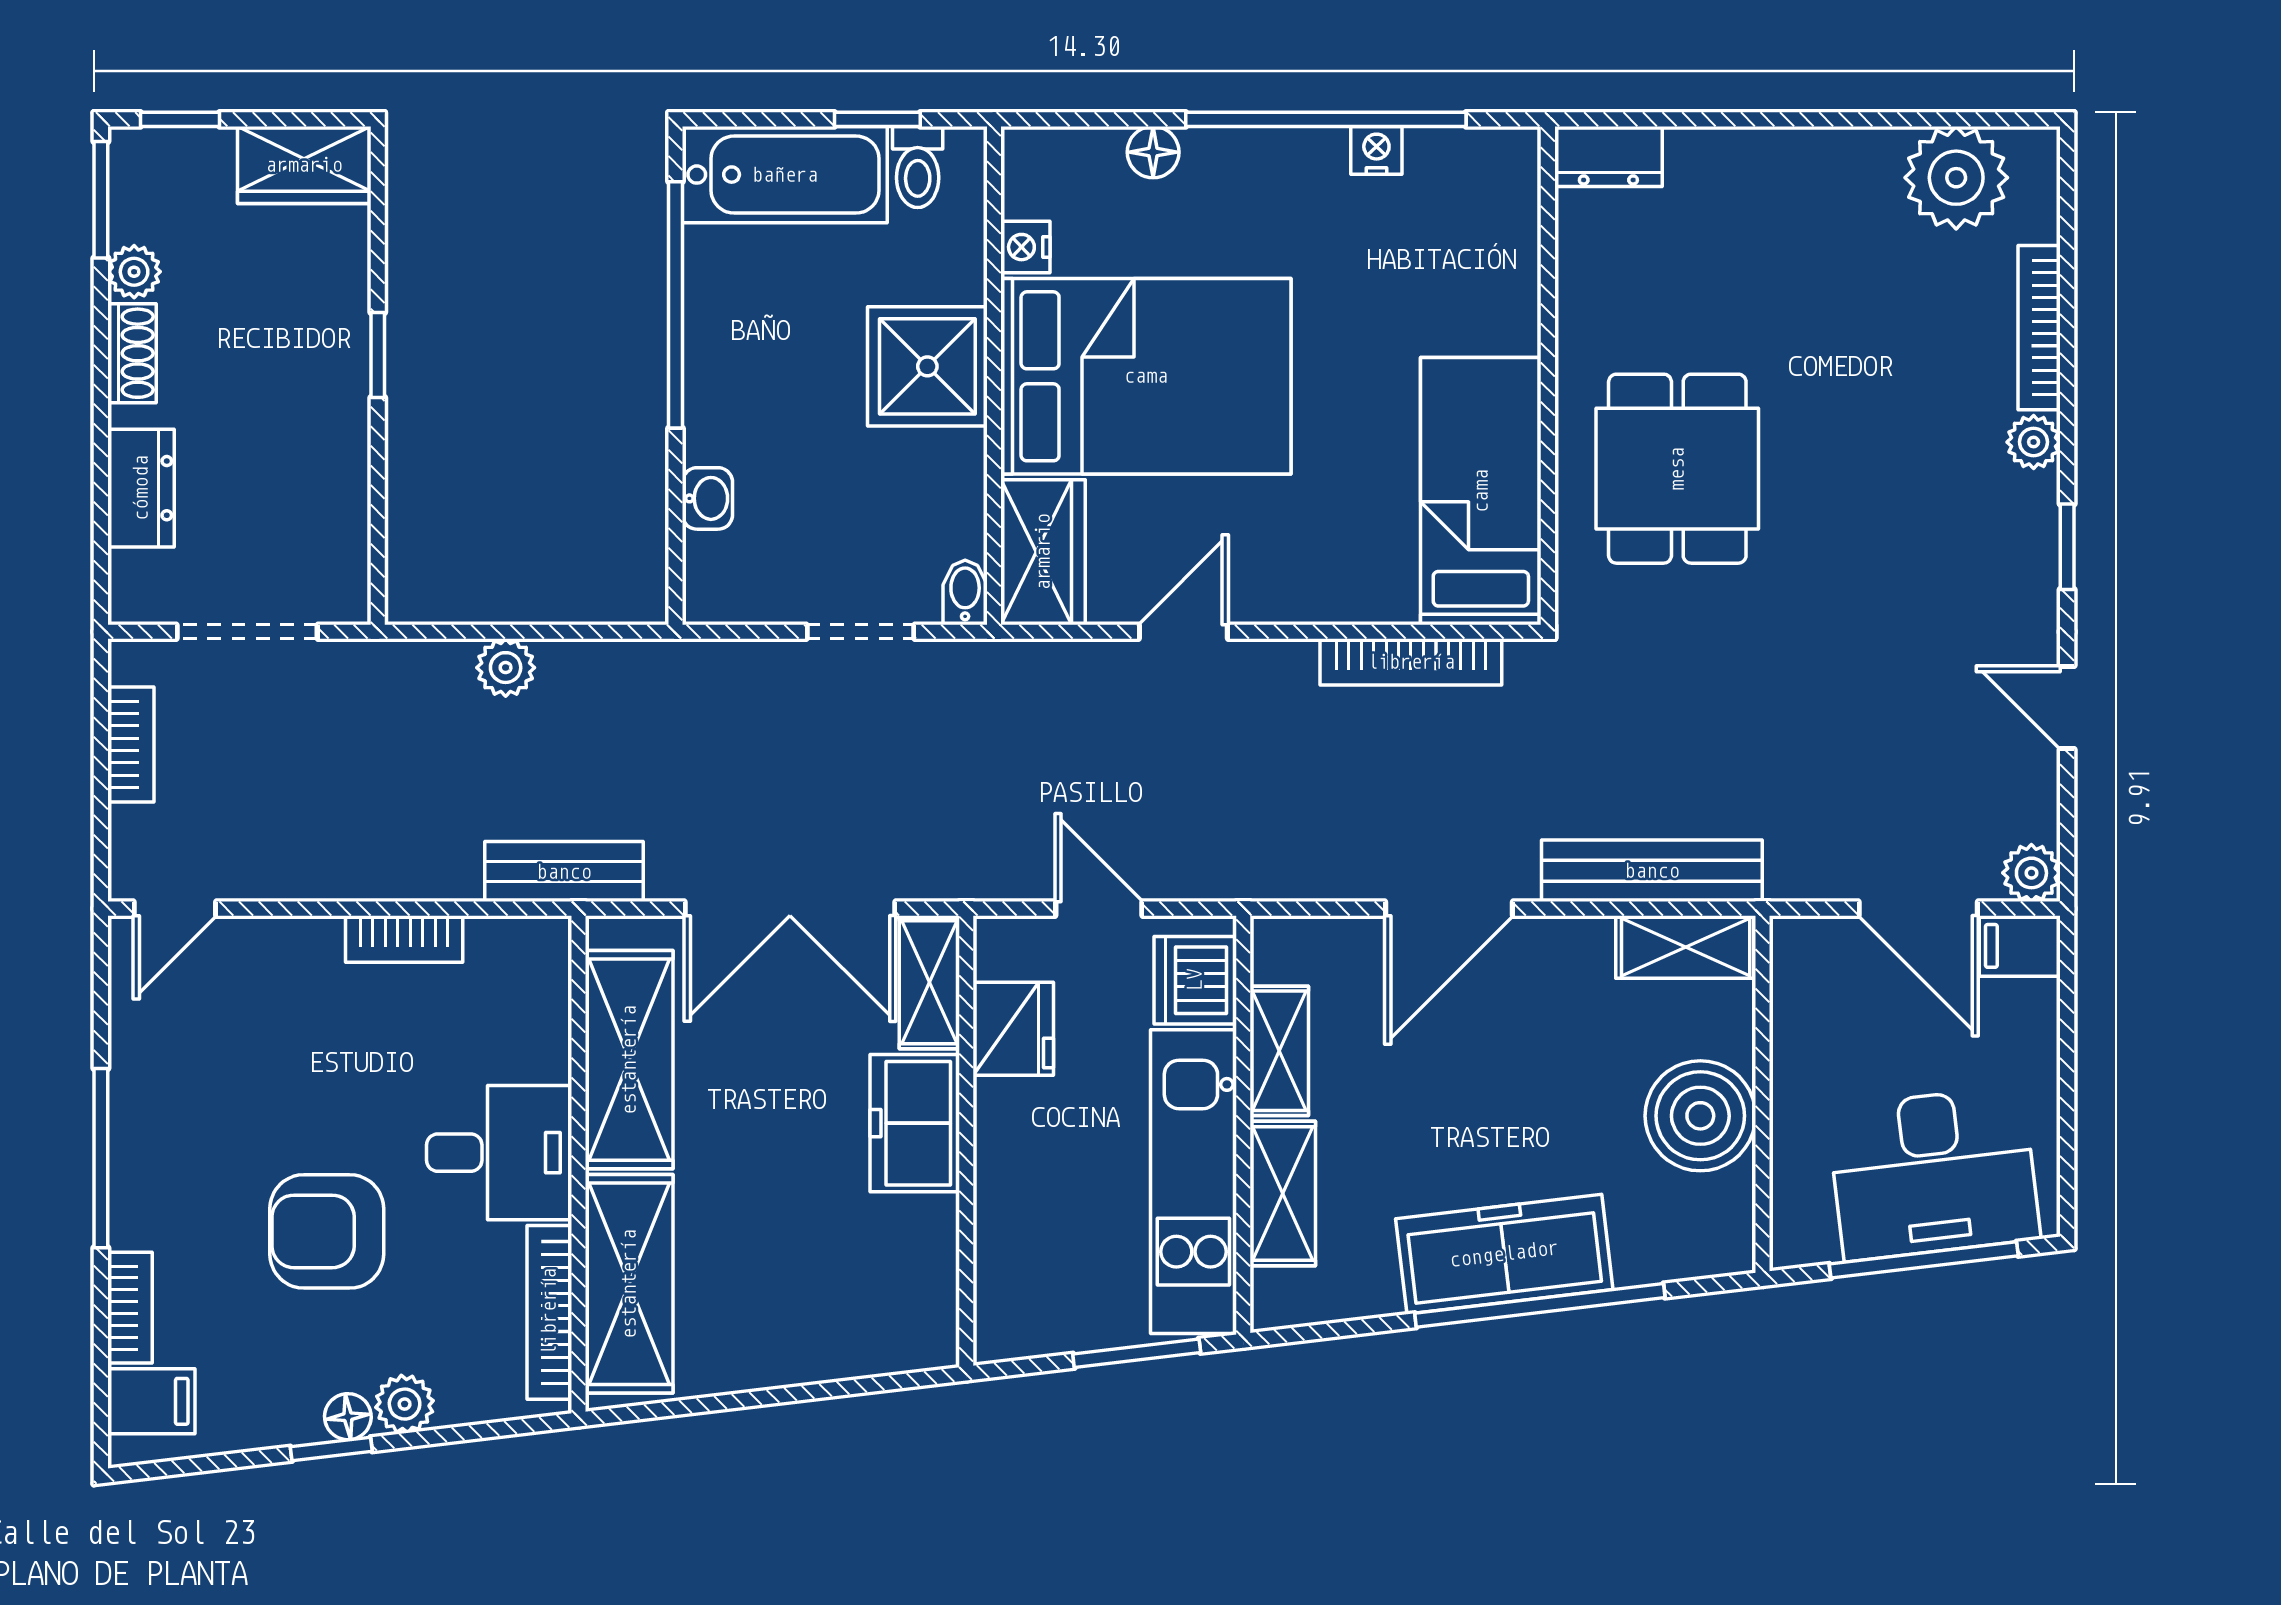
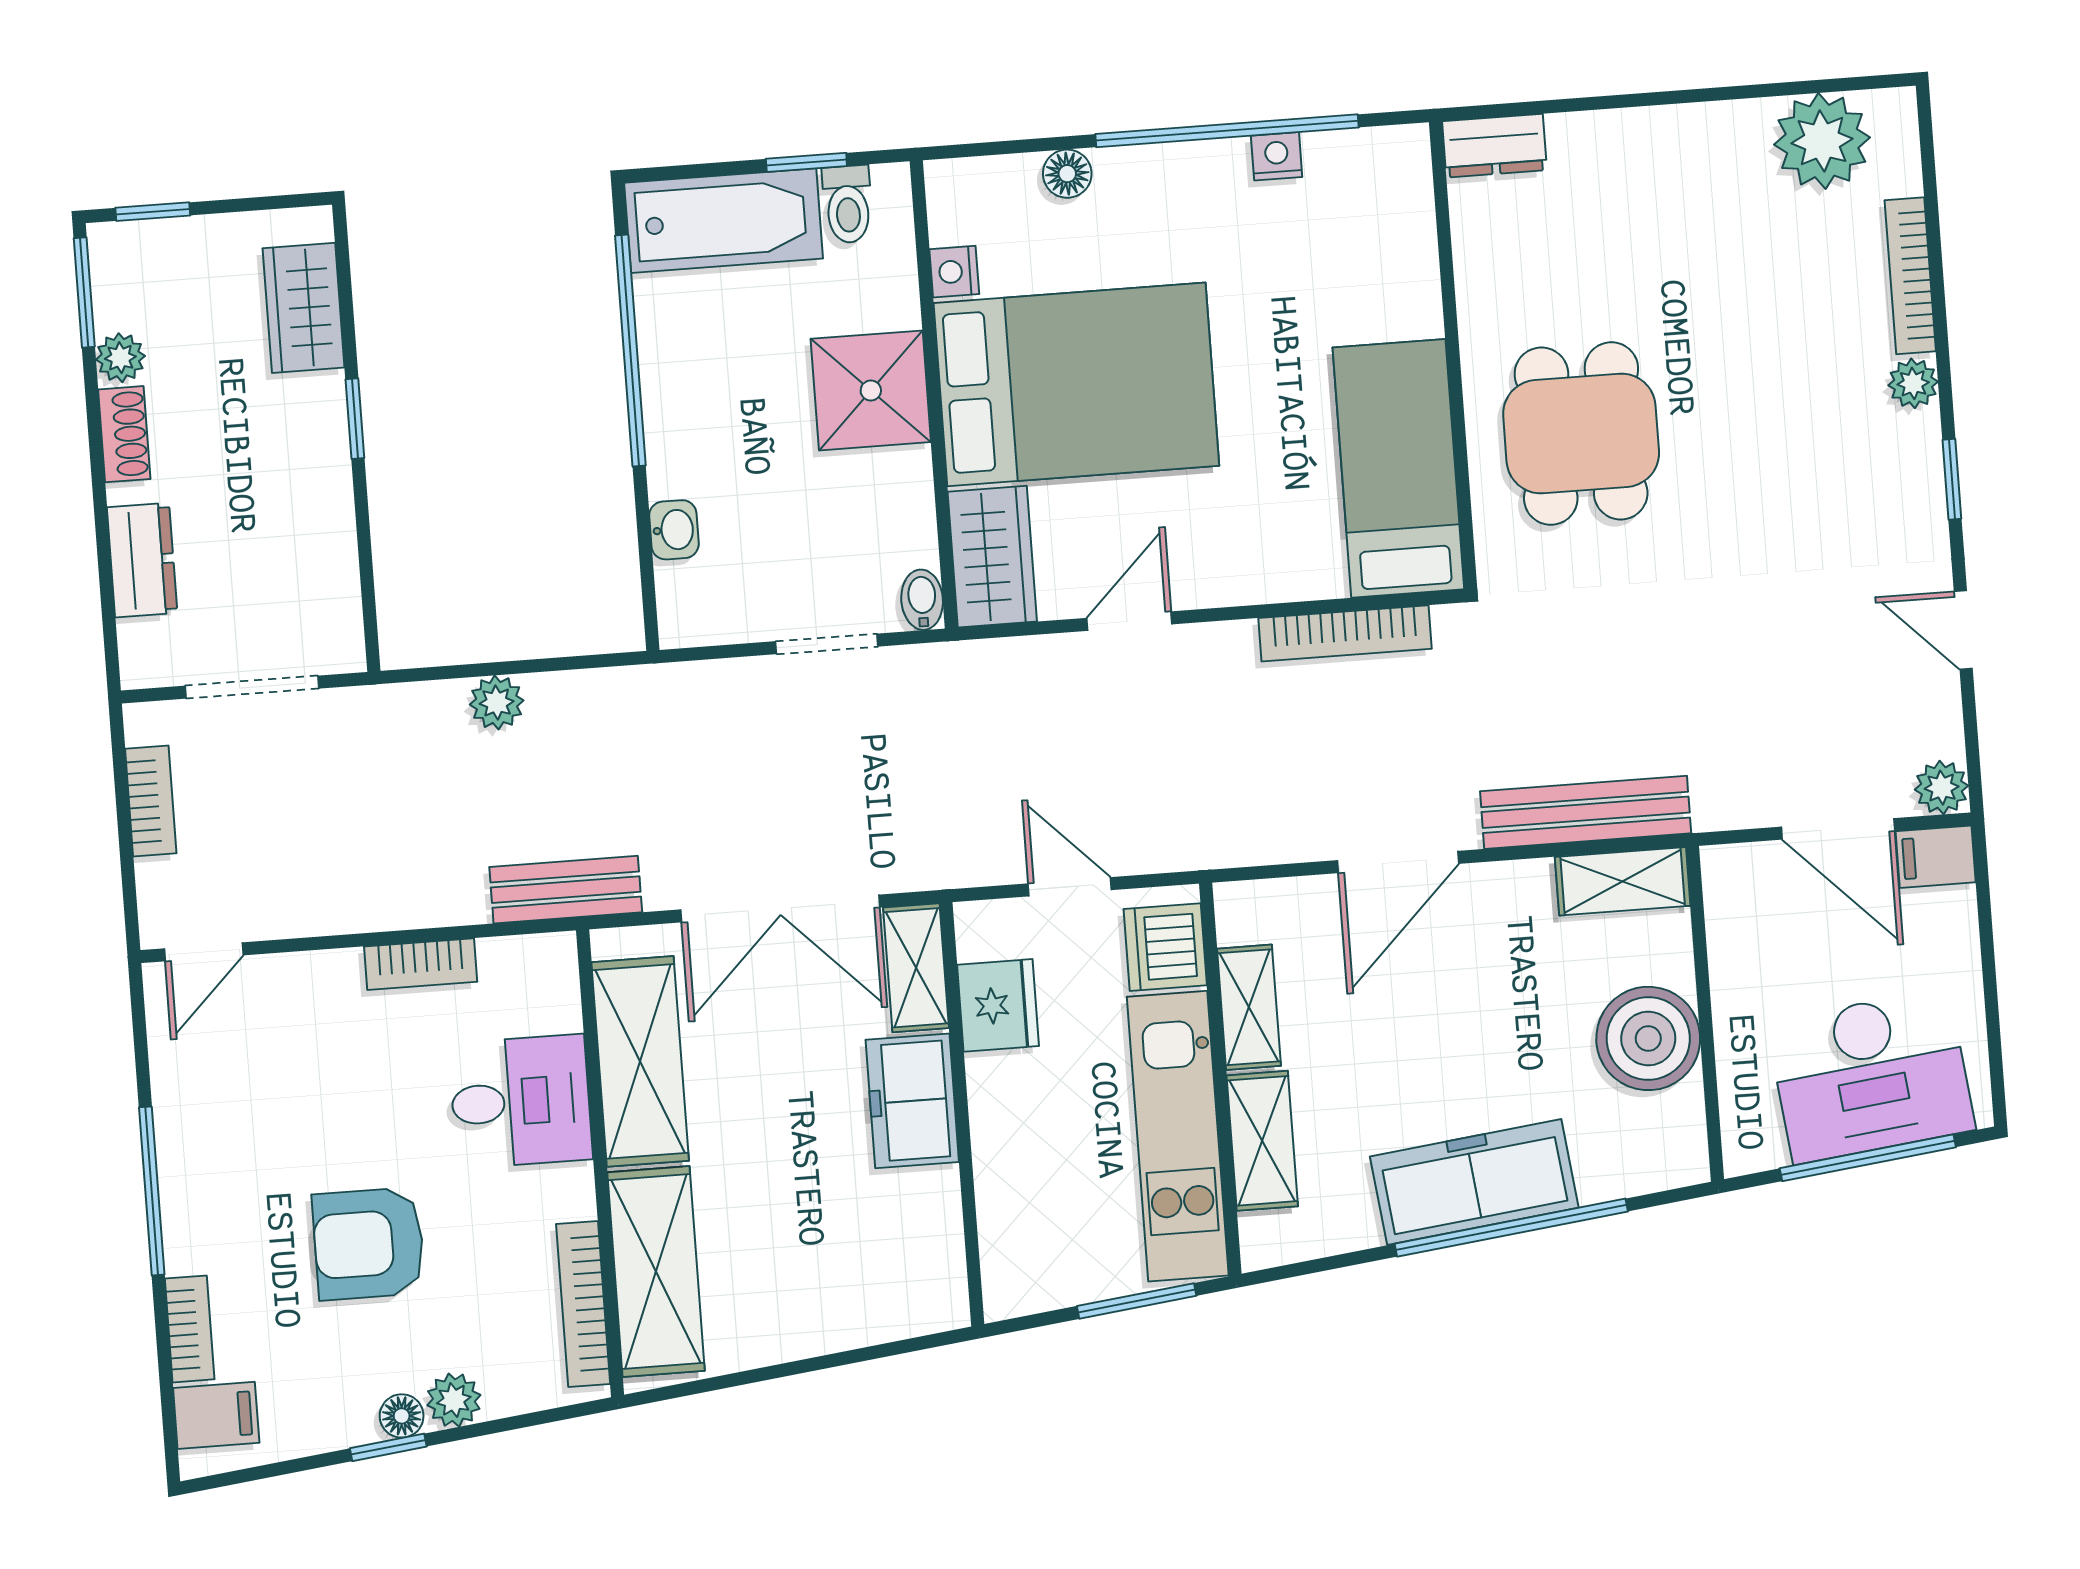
wardrobe: (304, 165) -> (304, 308), moved, turned 90
desk: (499, 1153) -> (521, 1101), moved

